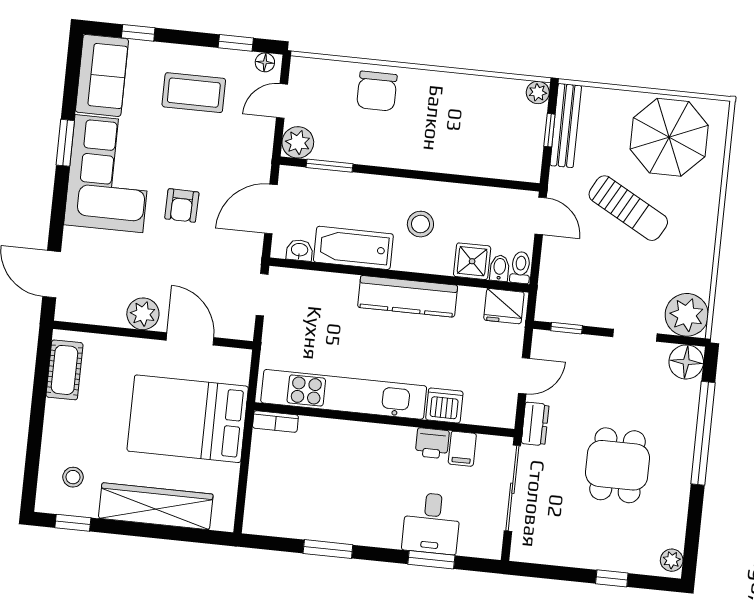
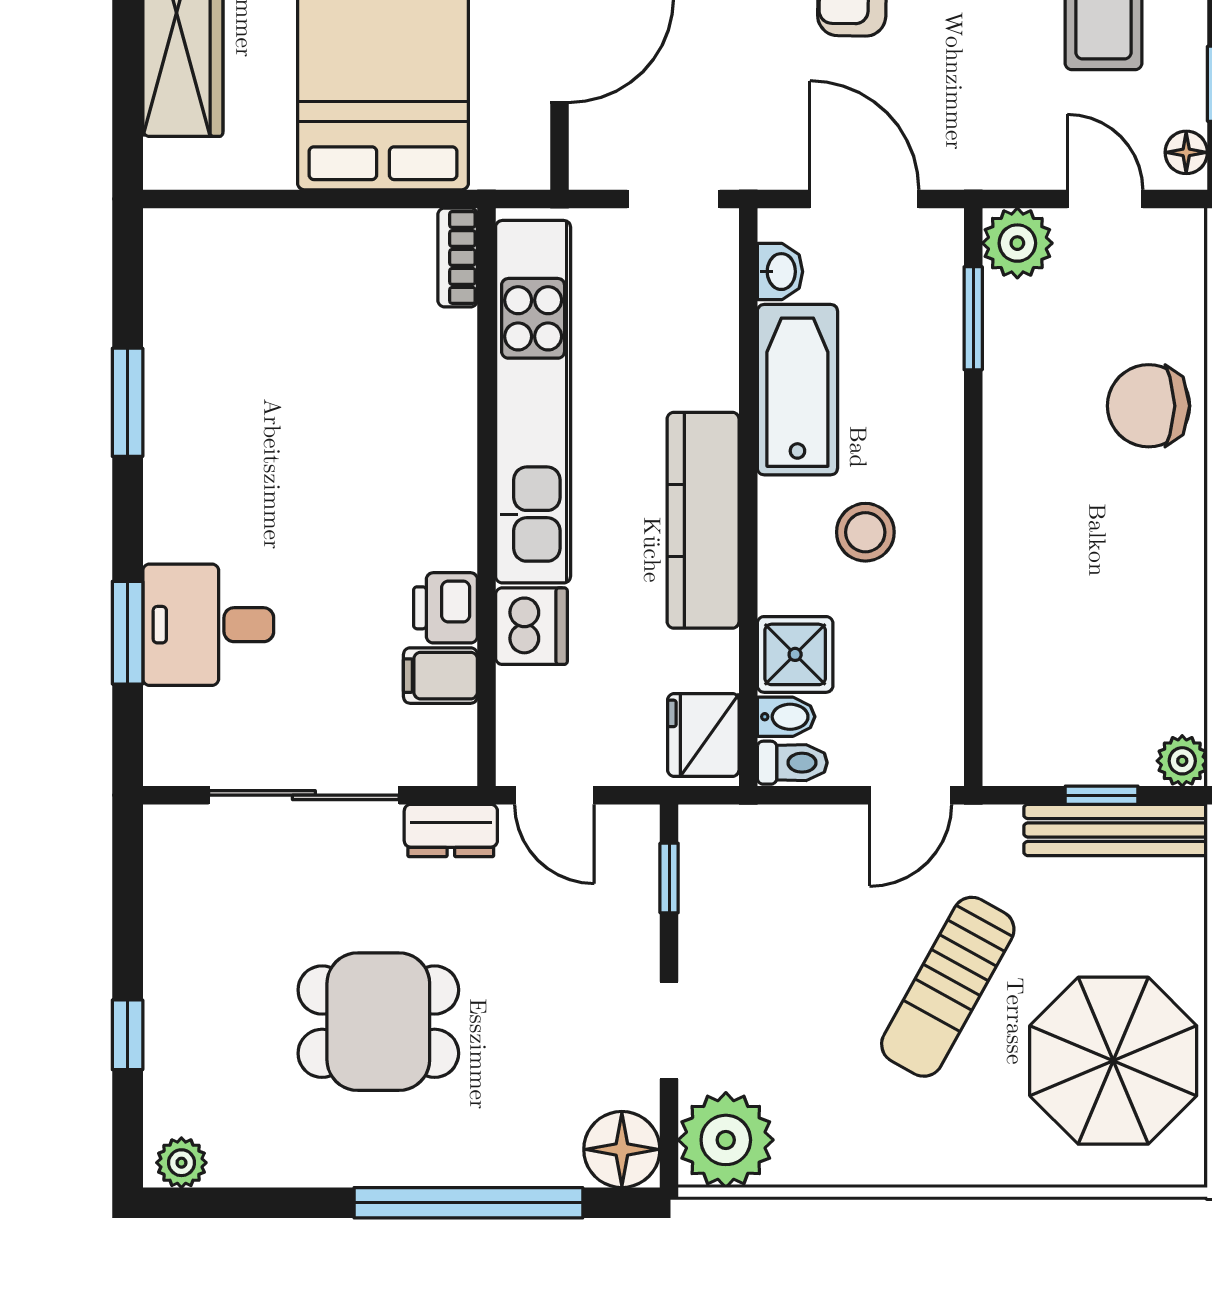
kitchen unit: (344, 394) -> (533, 402), moved
dishwasher: (444, 405) -> (532, 626), moved
wall: (384, 420) -> (487, 497), moved
bookcase: (275, 422) -> (458, 257), moved
printer: (432, 443) -> (445, 608), moved
filing cabinet: (462, 449) -> (440, 676), moved

